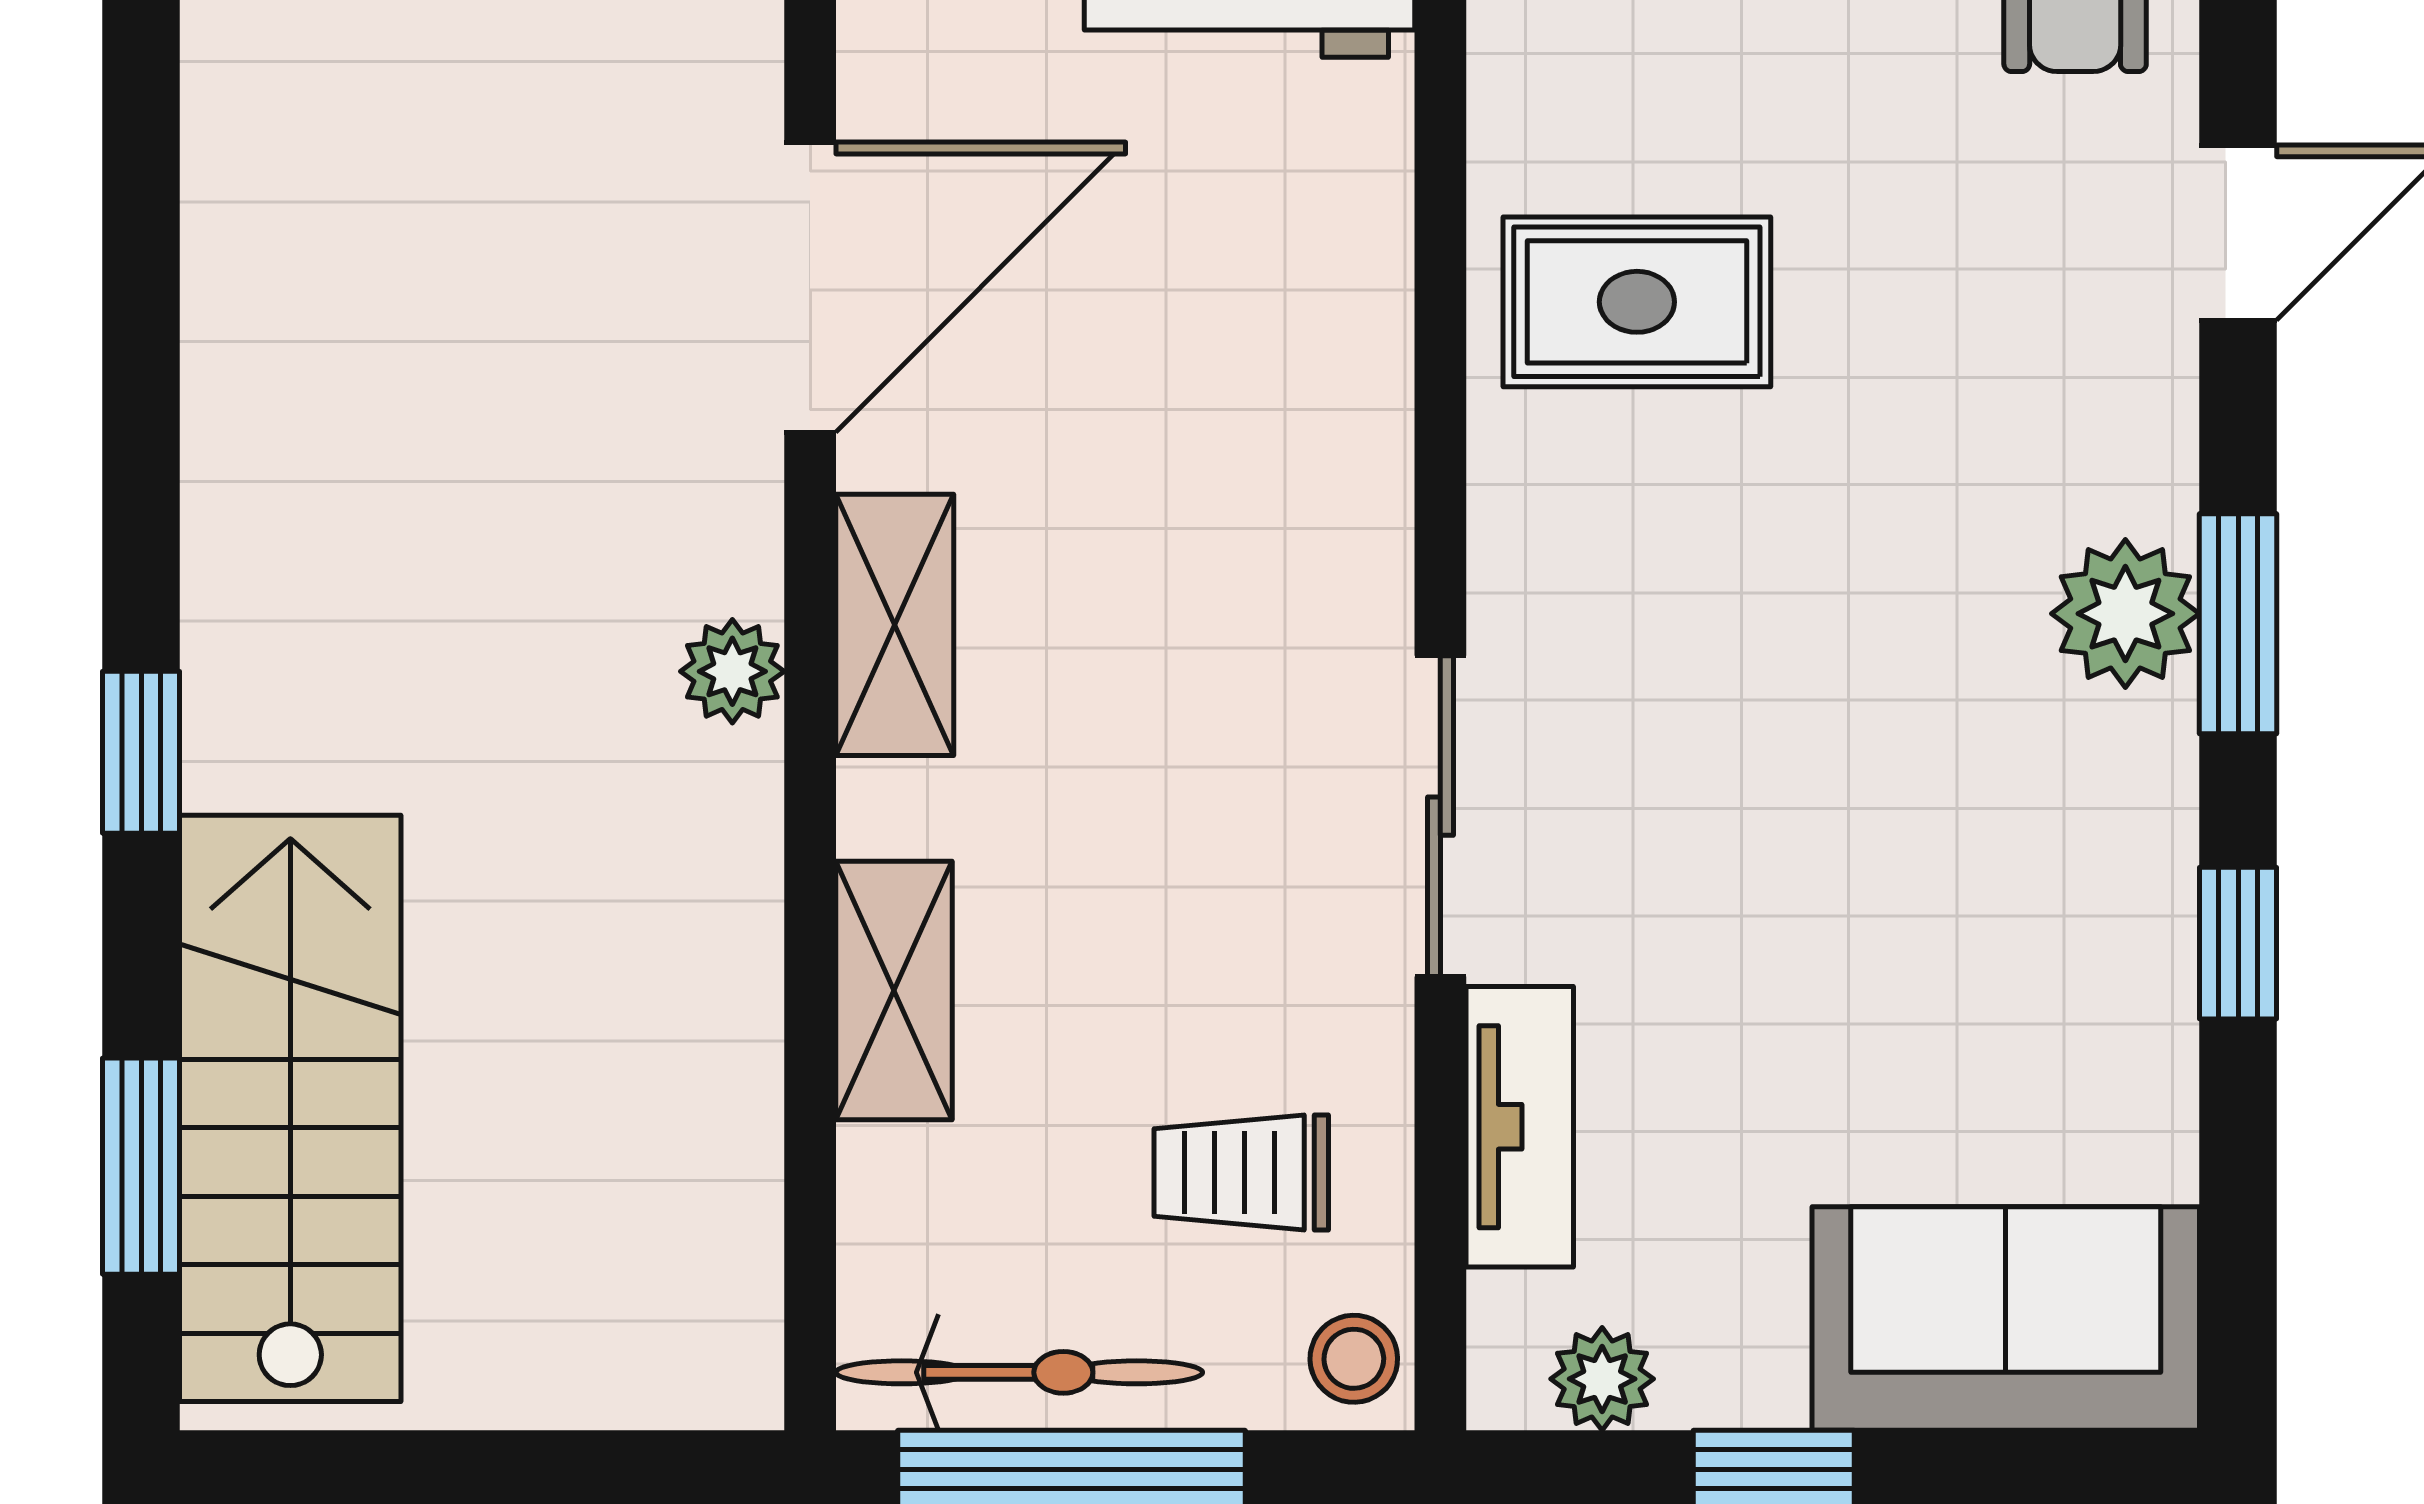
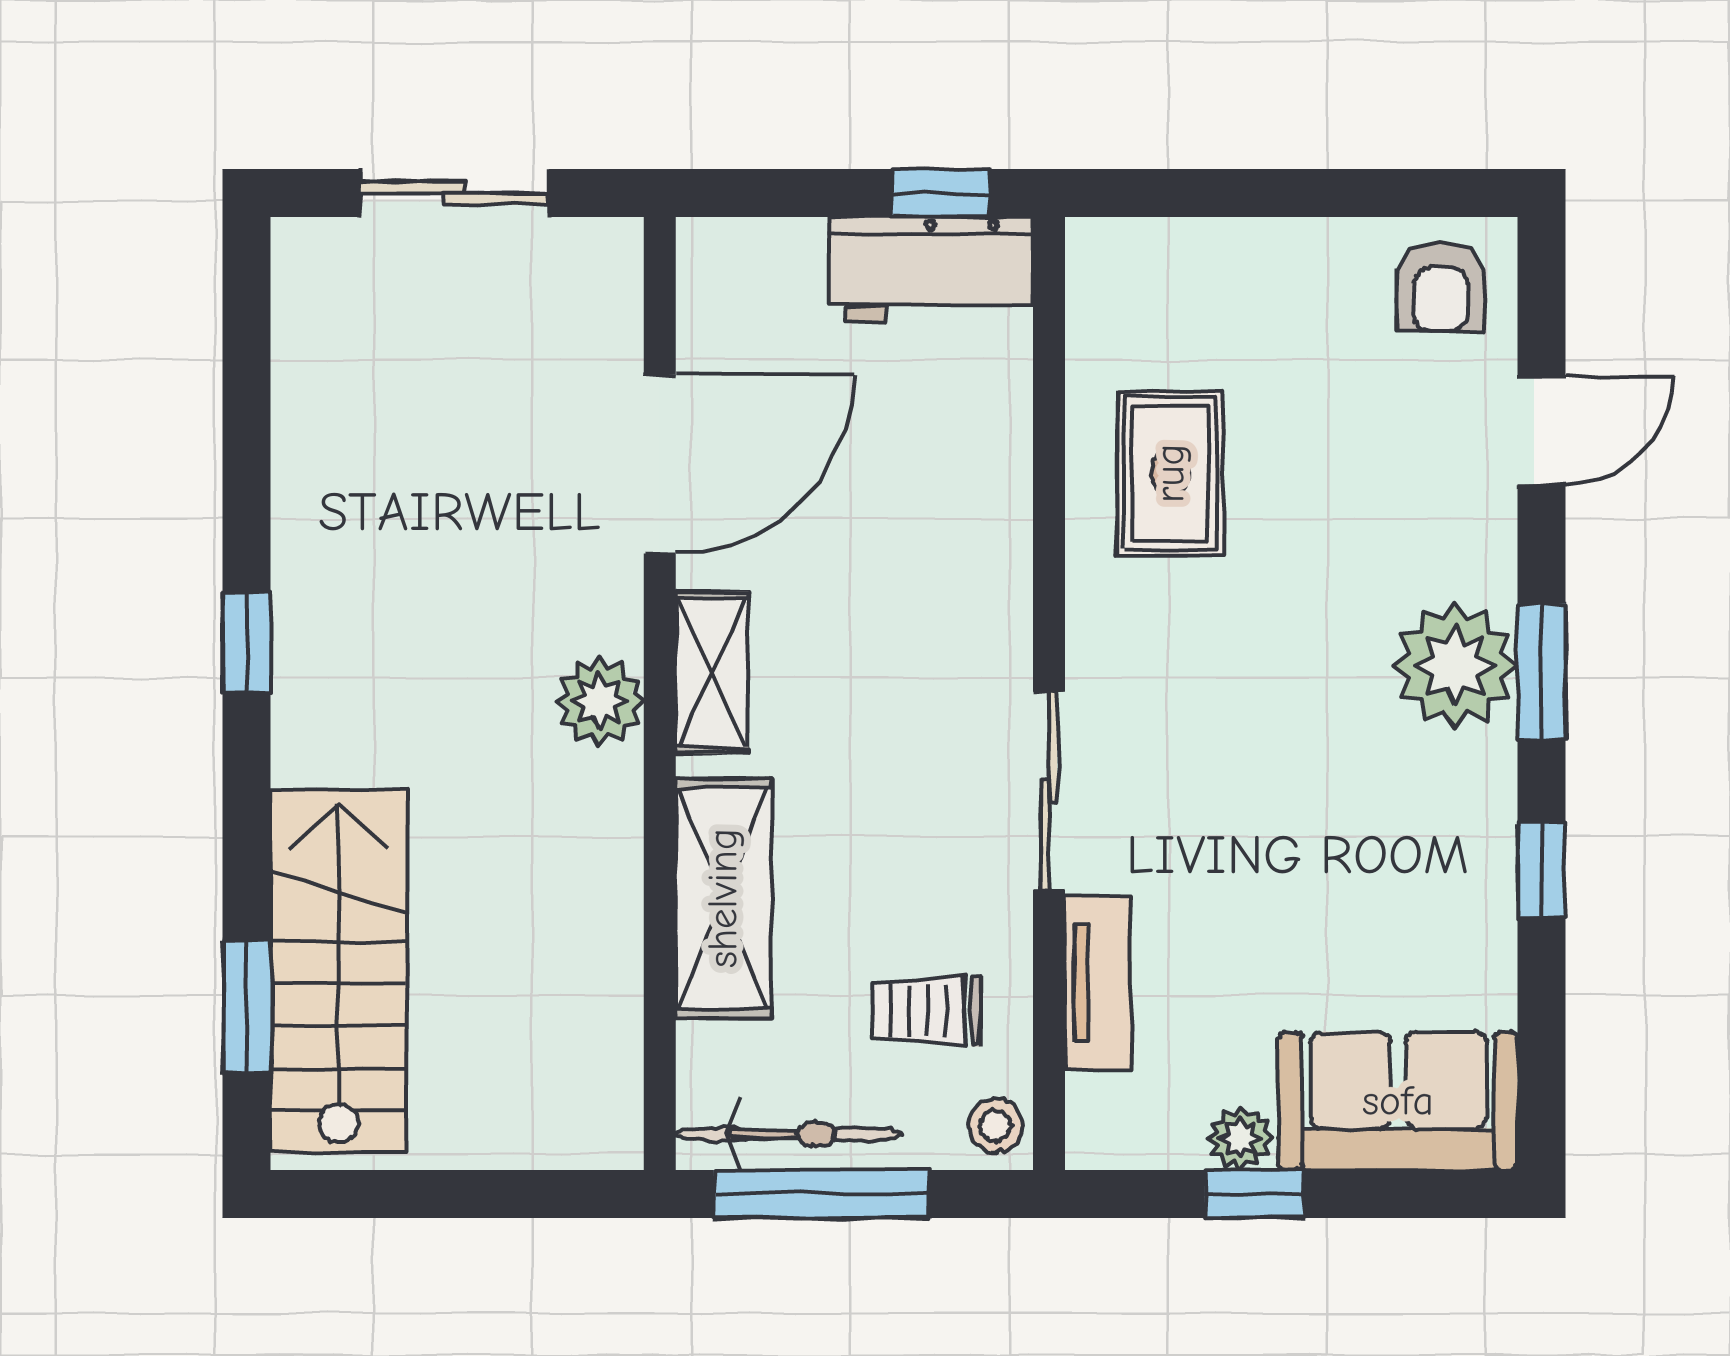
rug: (1637, 302) -> (1170, 473), turned 90
plant: (2125, 614) -> (1455, 666), width x1.36, depth x1.36
plant: (732, 671) -> (600, 701), width x1.38, depth x1.38
window: (141, 752) -> (247, 642), moved
shelving: (894, 990) -> (723, 898), width x1.50, depth x1.33
plant: (1602, 1379) -> (1240, 1138), moved

